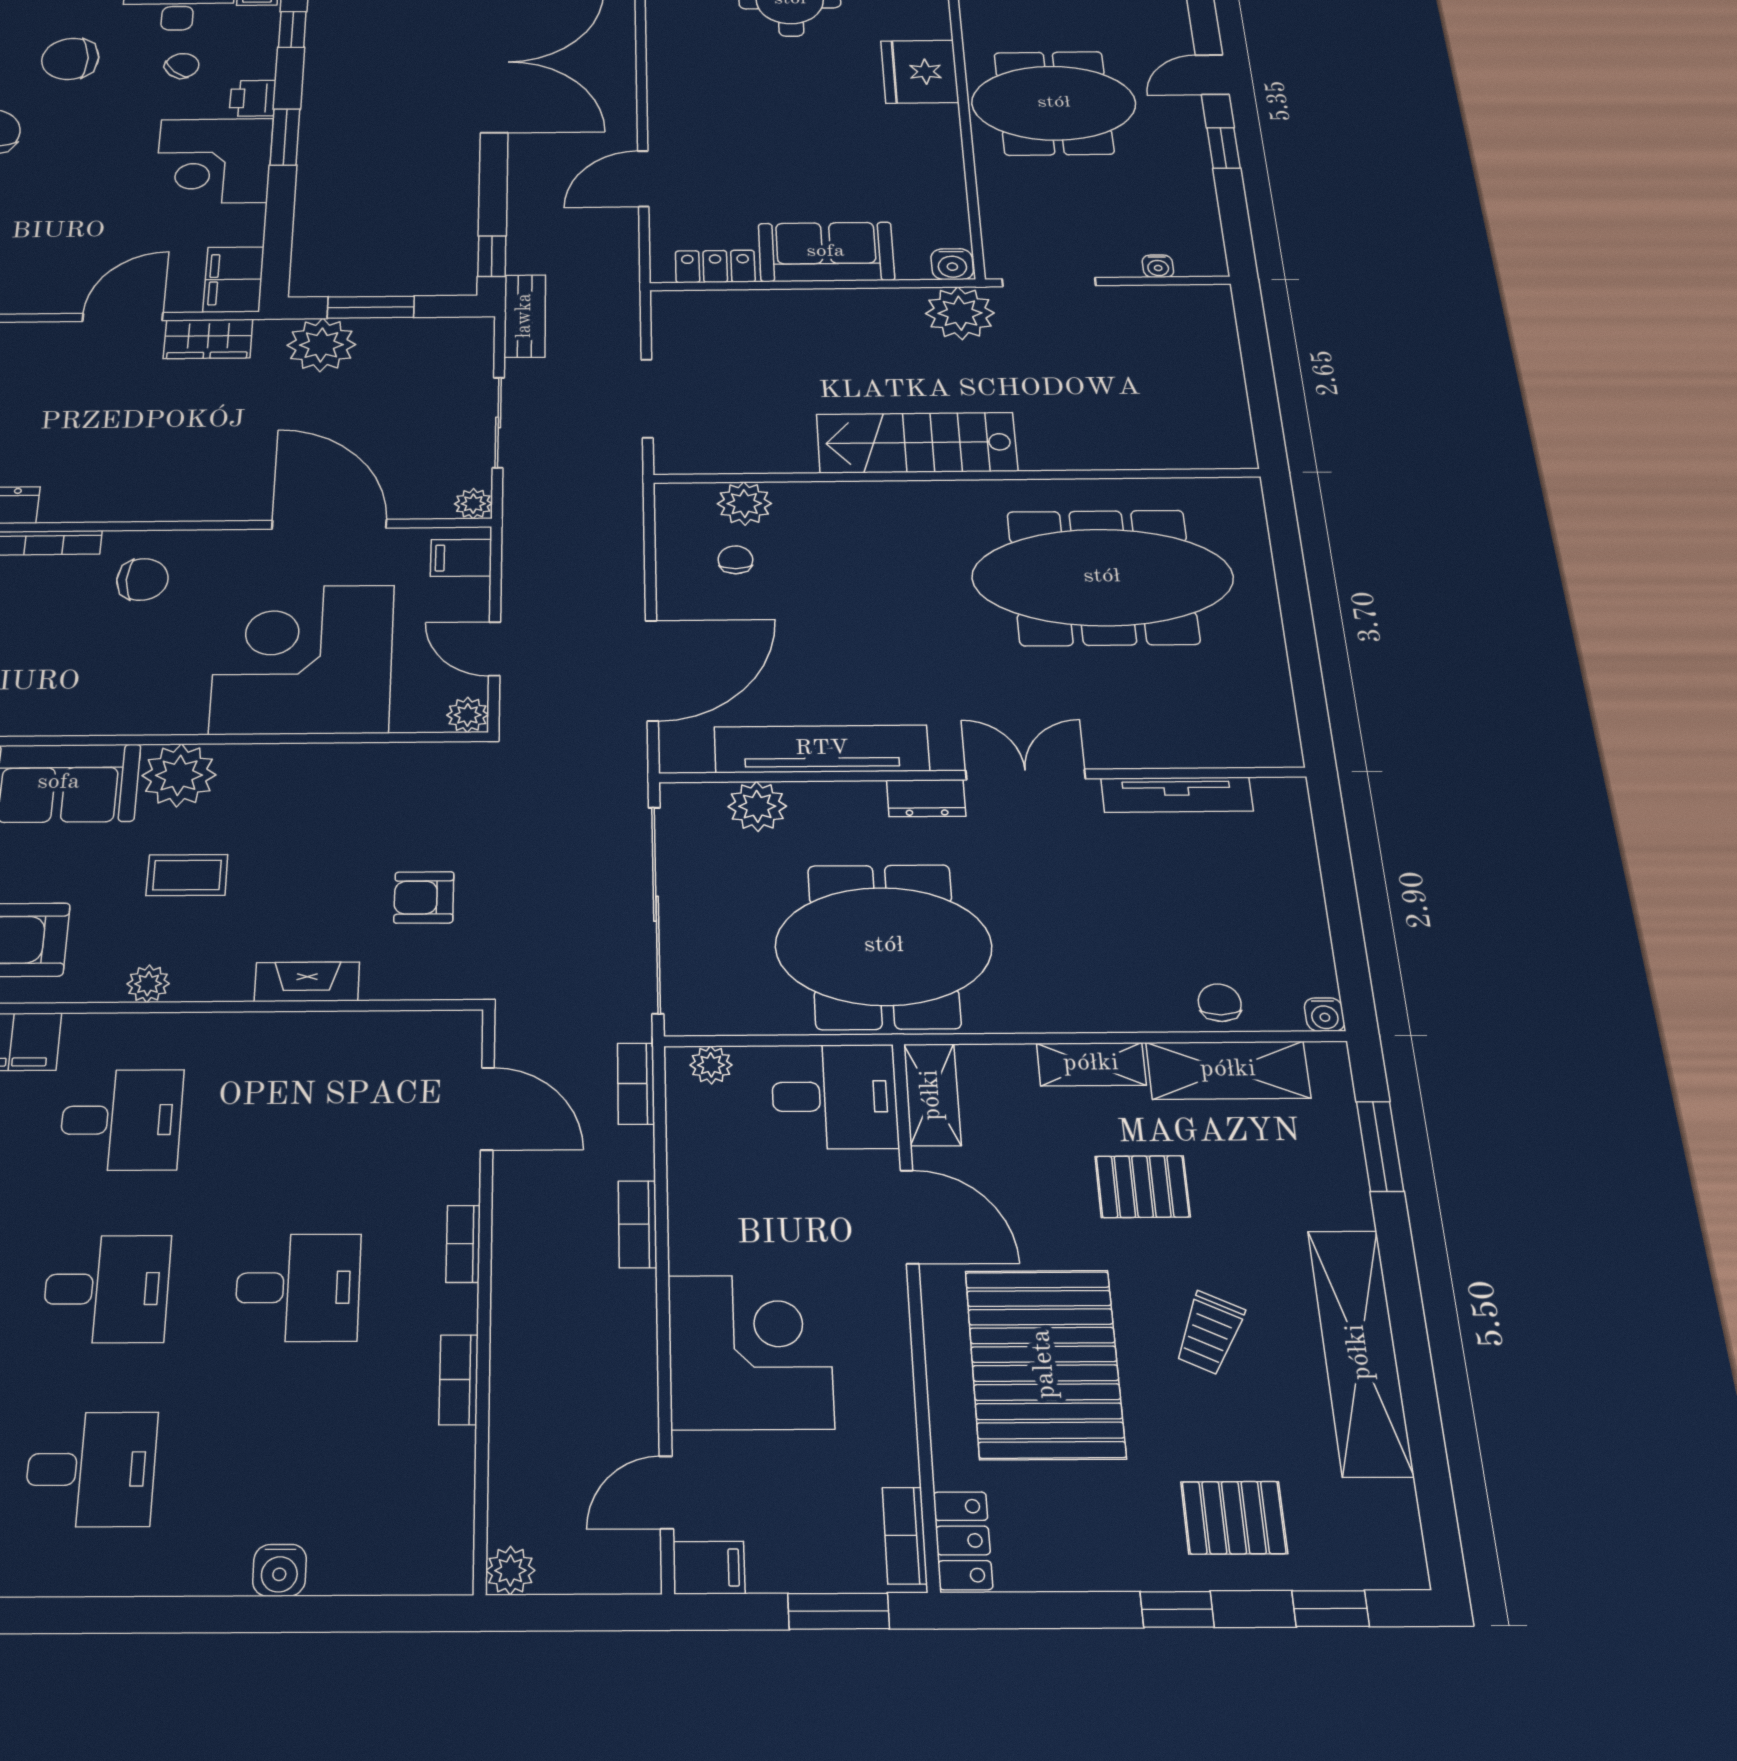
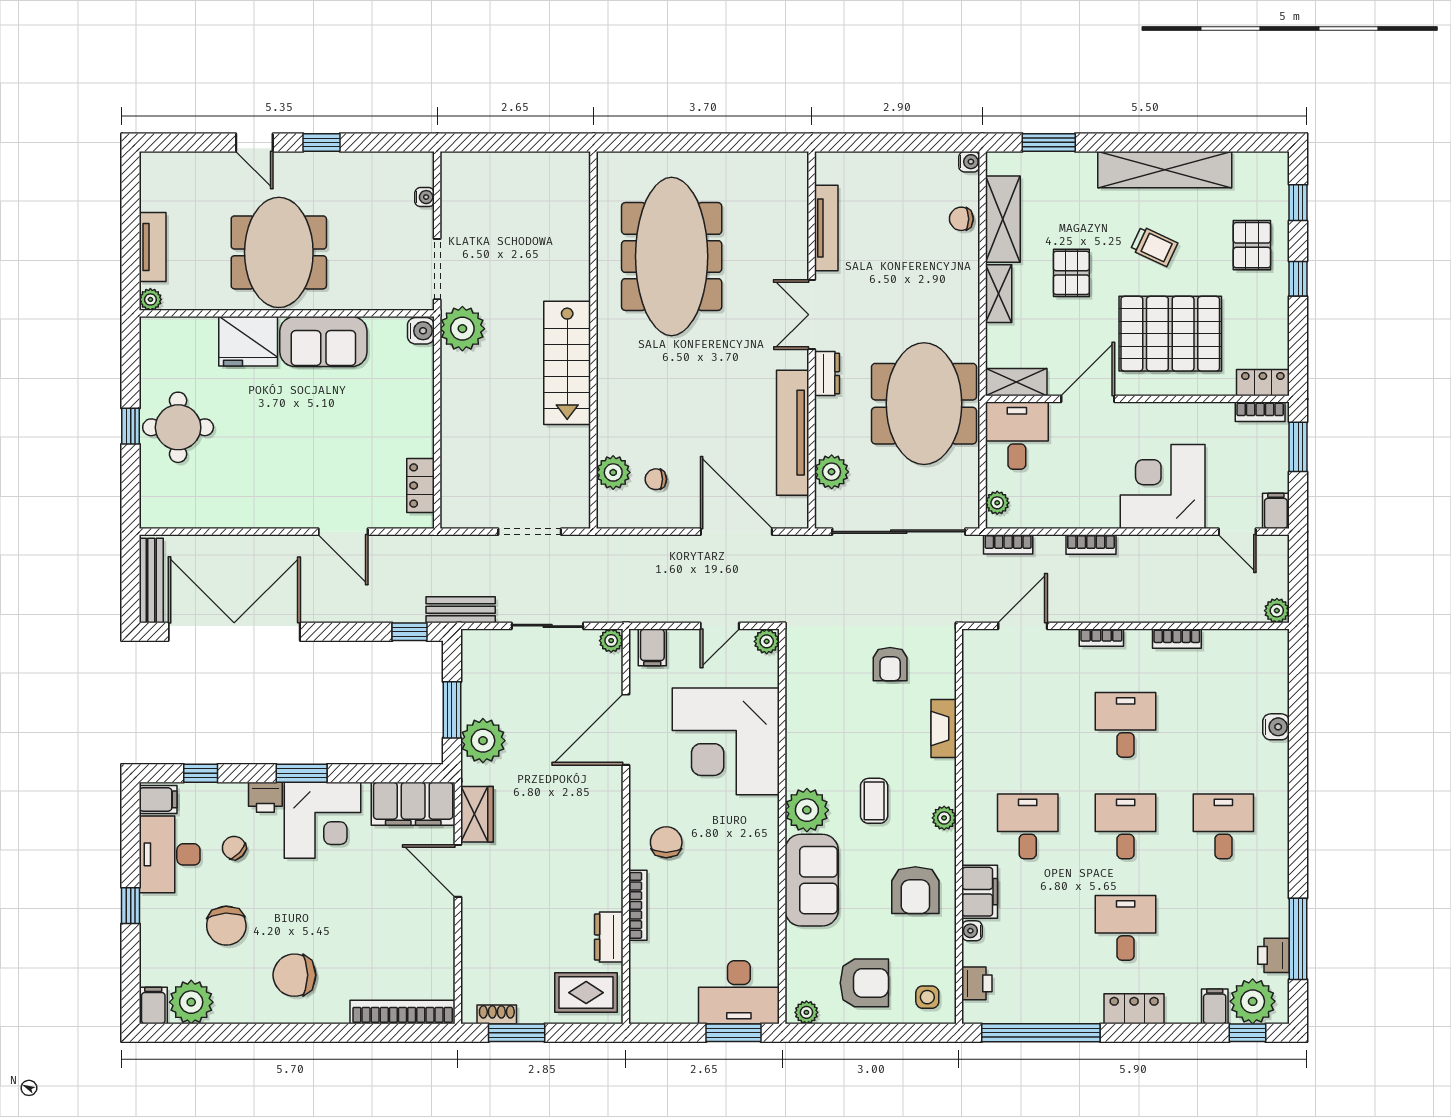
sofa: (826, 252) -> (323, 342), moved, turned -90
filing cabinet: (234, 279) -> (413, 804), width x1.50, depth x1.17

